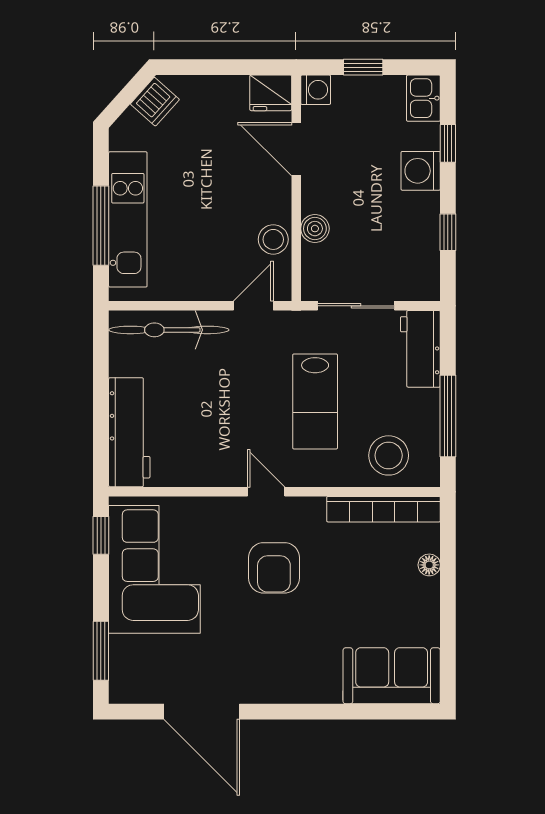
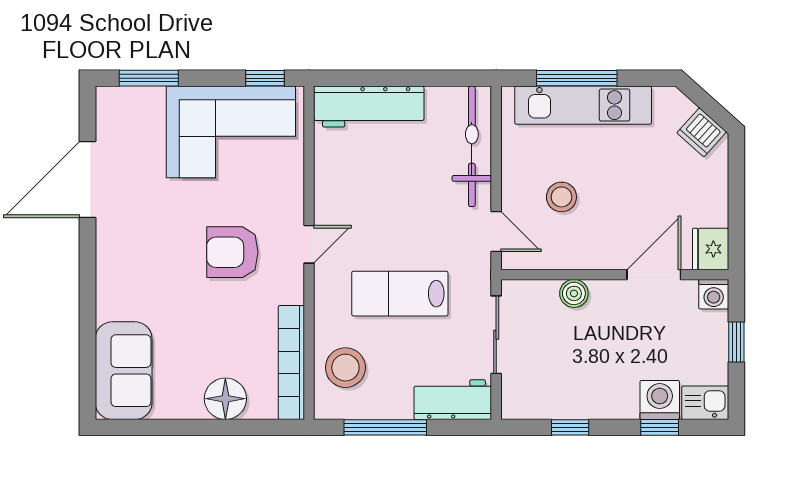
washing machine: (421, 171) -> (660, 400), moved
stool: (273, 239) -> (561, 197), moved
floor lamp: (429, 565) -> (225, 399), width x1.89, depth x1.89

